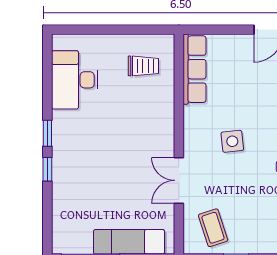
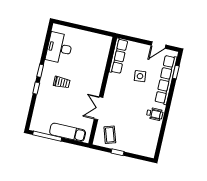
trolley: (143, 66) -> (62, 82), moved
side table: (232, 141) -> (140, 76), moved

